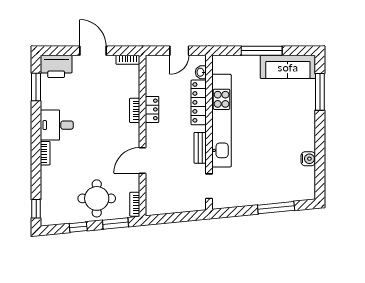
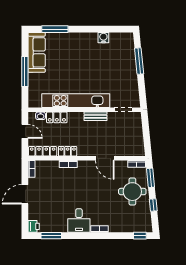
printer: (56, 66) -> (34, 226), width x0.53, depth x0.68
locker: (152, 75) -> (43, 151), added
locker: (199, 102) -> (57, 117), width x0.66

